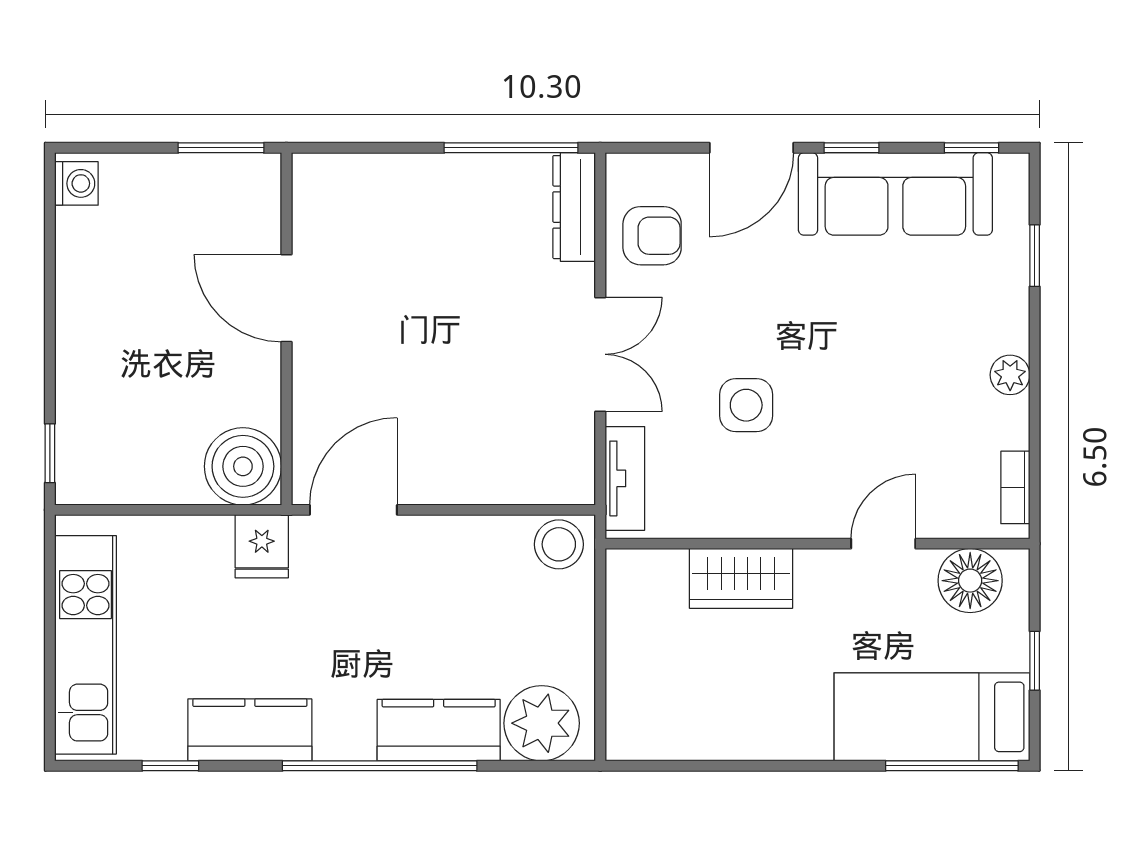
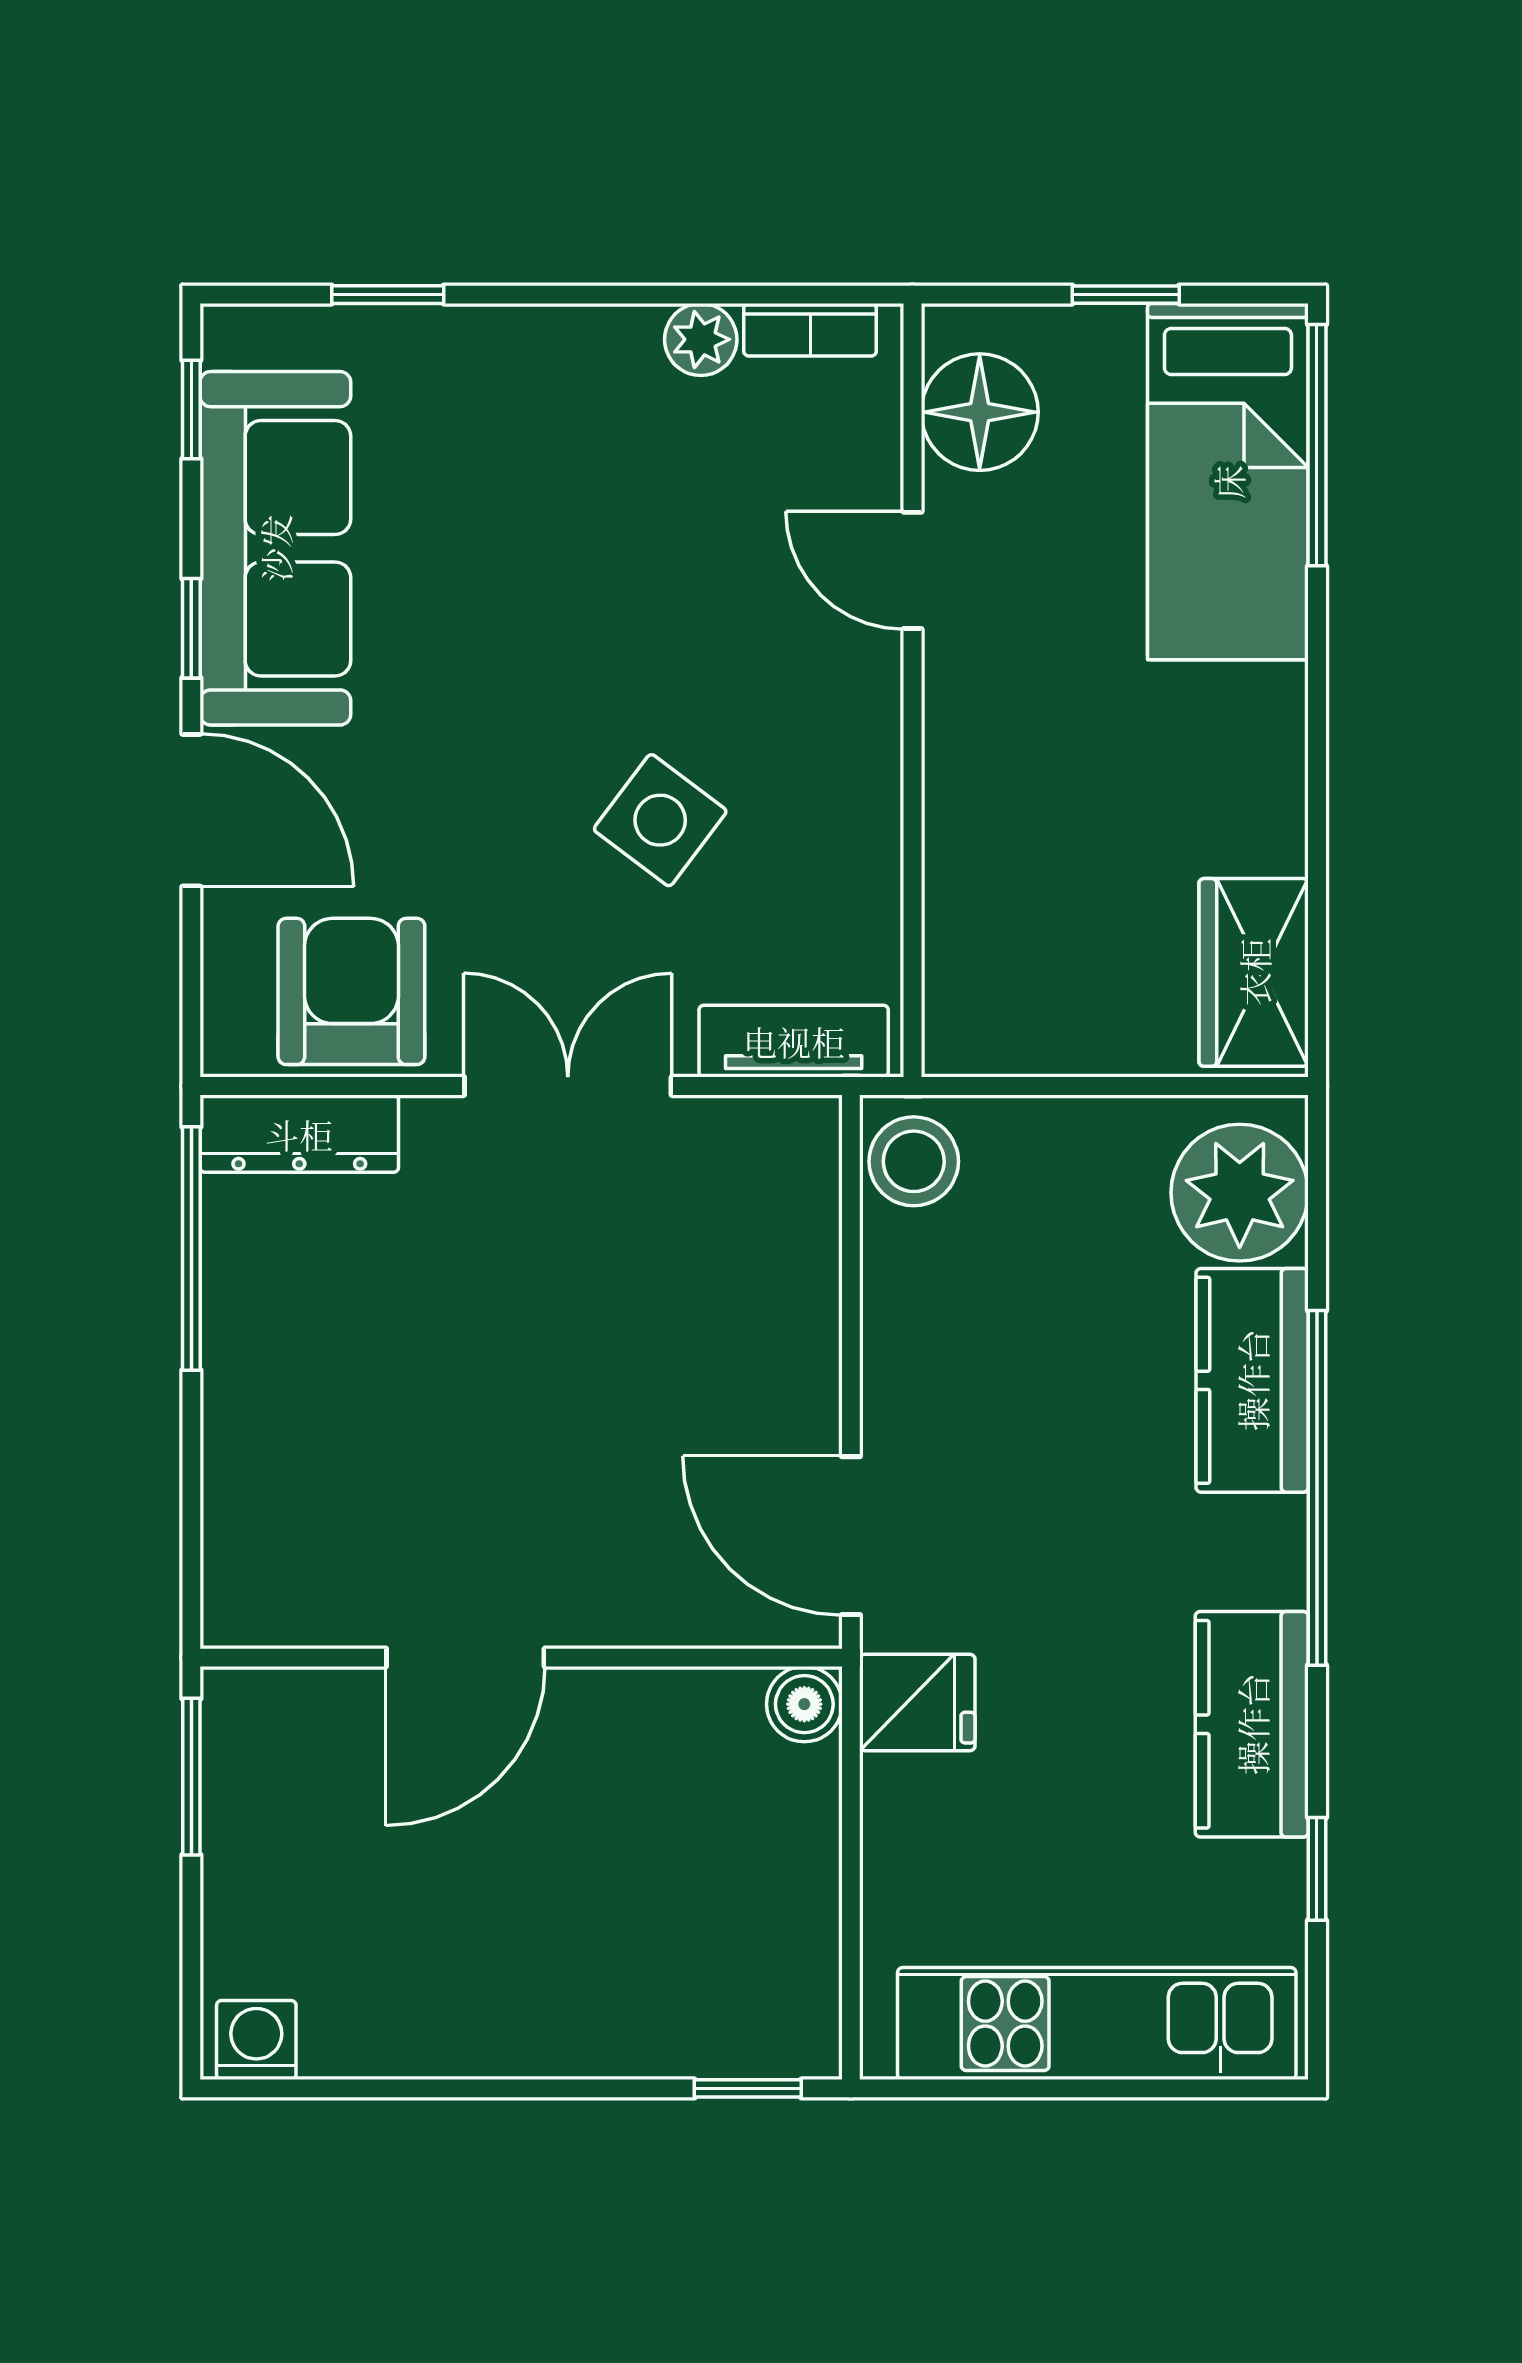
armchair: (652, 236) -> (351, 991), width x1.38, depth x1.38
plant: (1010, 375) -> (701, 339), moved
side table: (746, 405) -> (660, 820), turned 37
boiler: (243, 466) -> (804, 1704), width x0.54, depth x0.54
wardrobe: (741, 578) -> (1254, 972), moved, turned 180

